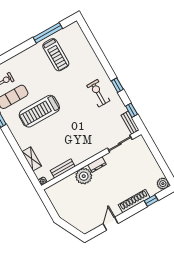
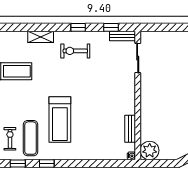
shelving: (32, 159) -> (41, 37), moved
dresser: (97, 165) -> (145, 92), removed
plant: (84, 176) -> (150, 150), moved

